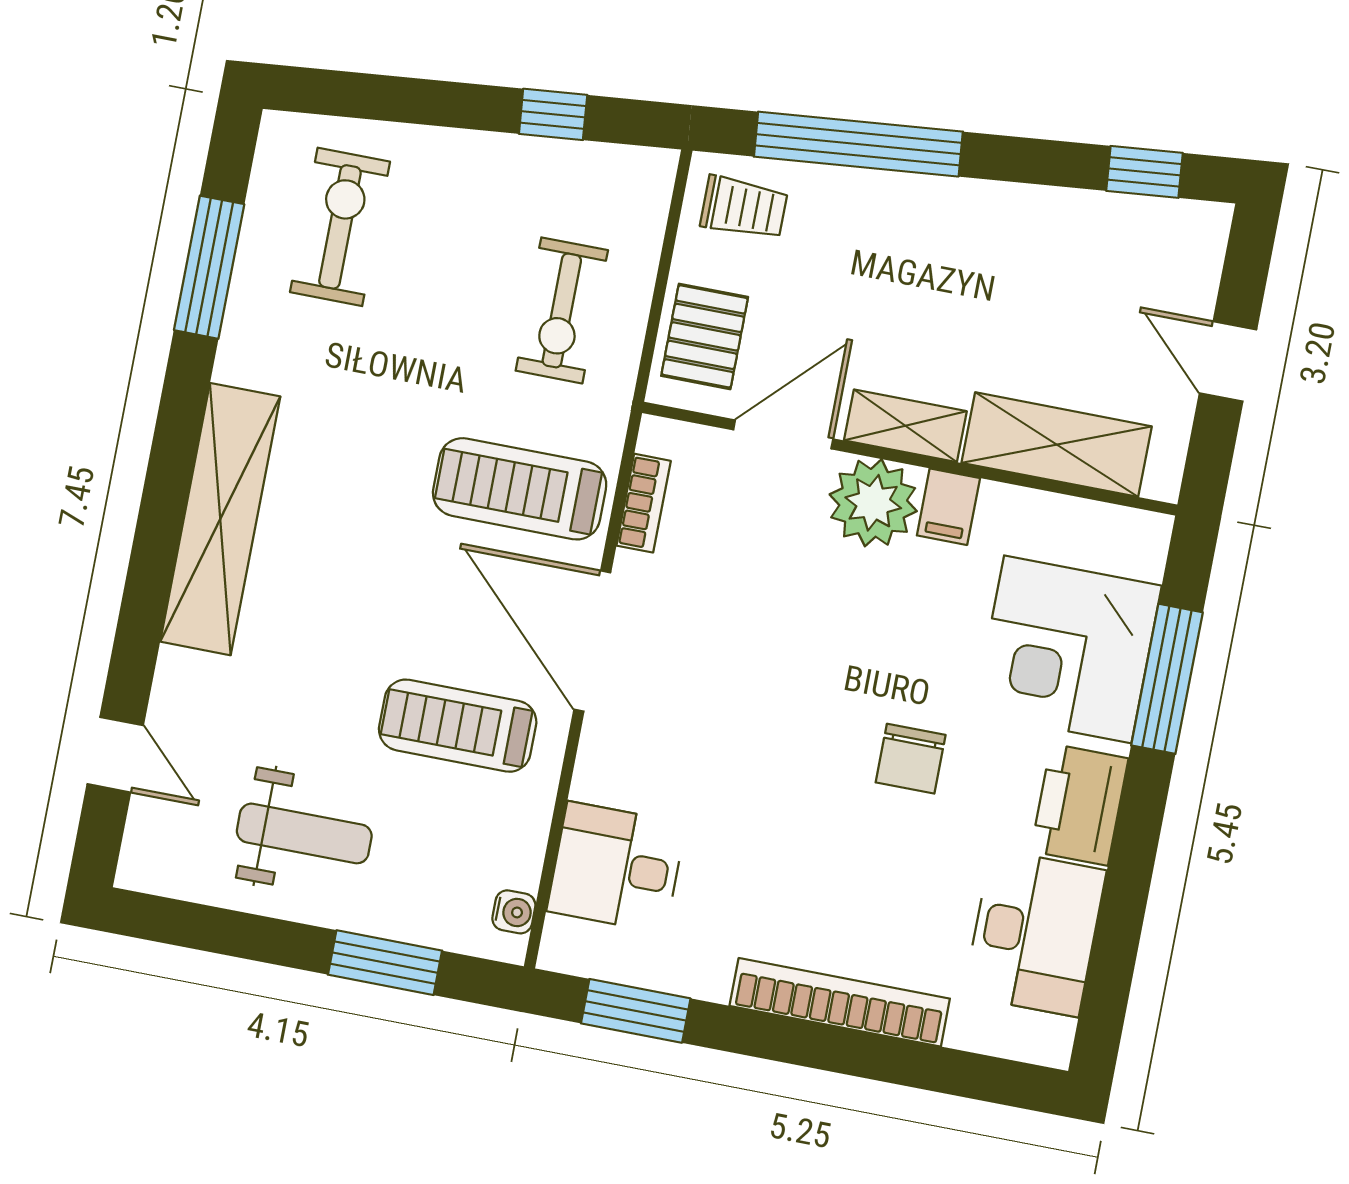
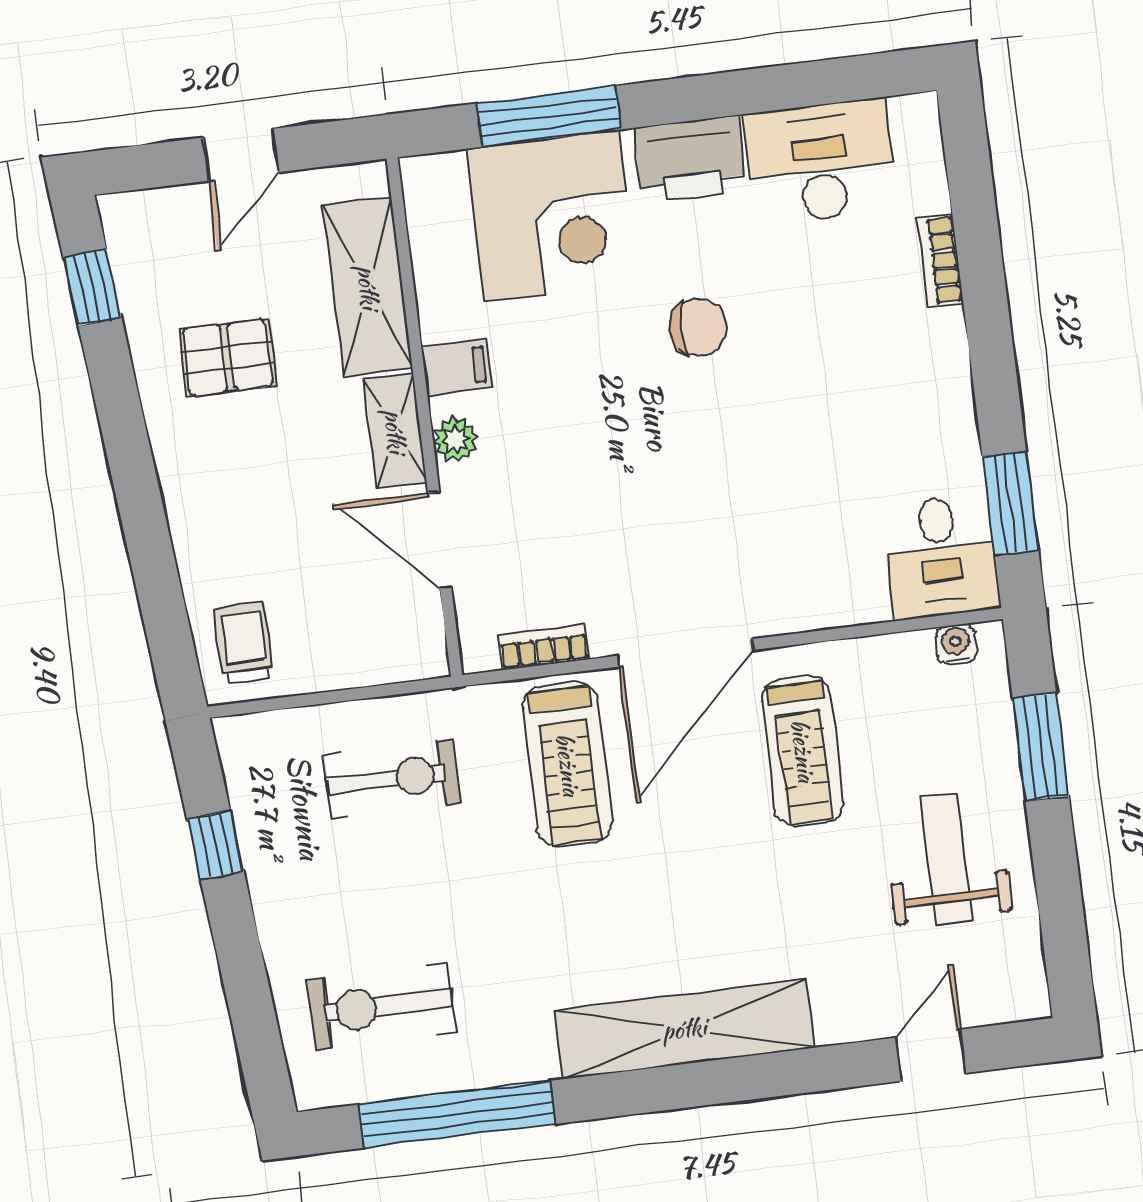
window: (858, 144) -> (152, 557), removed
window: (209, 267) -> (457, 1114), width x1.46
pallet: (705, 336) -> (228, 358), moved
plant: (873, 503) -> (456, 440), width x0.53, depth x0.53
desk: (616, 867) -> (941, 557), moved
bookcase: (840, 1002) -> (940, 260), width x0.43, depth x0.76

